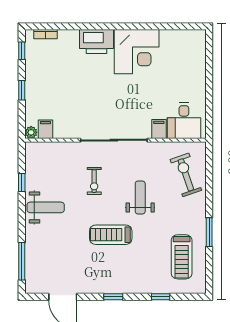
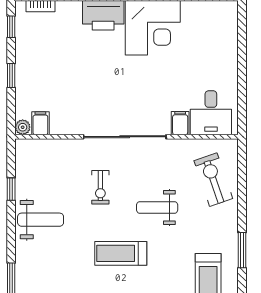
weight bench: (140, 198) -> (157, 207), turned -90

